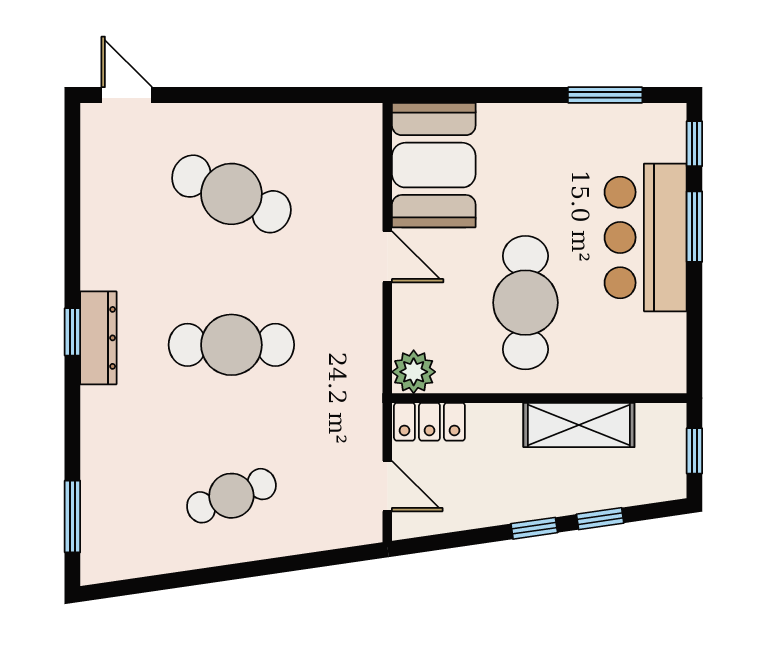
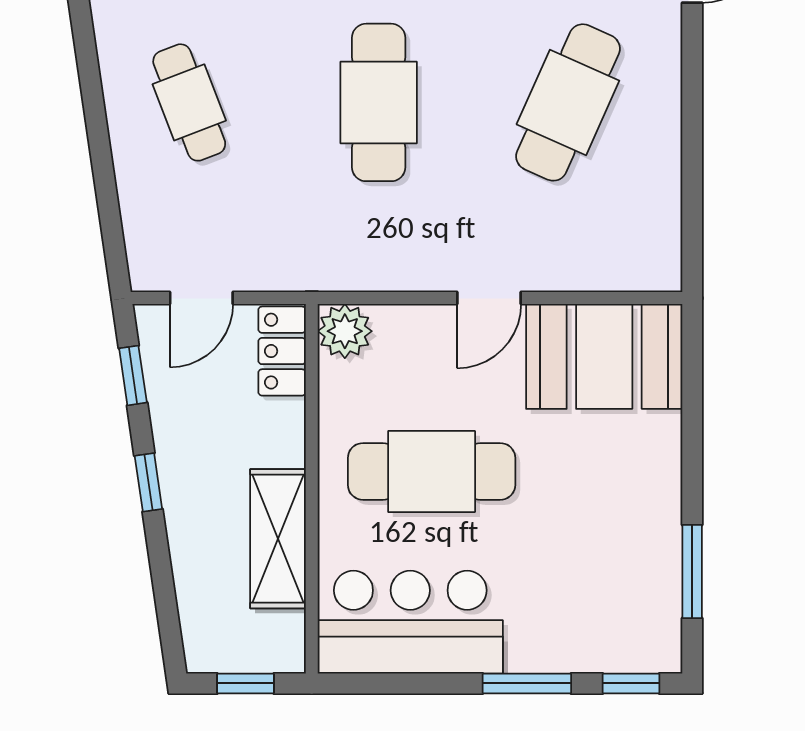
bar counter: (646, 237) -> (410, 622), moved
window: (600, 519) -> (133, 375), moved

